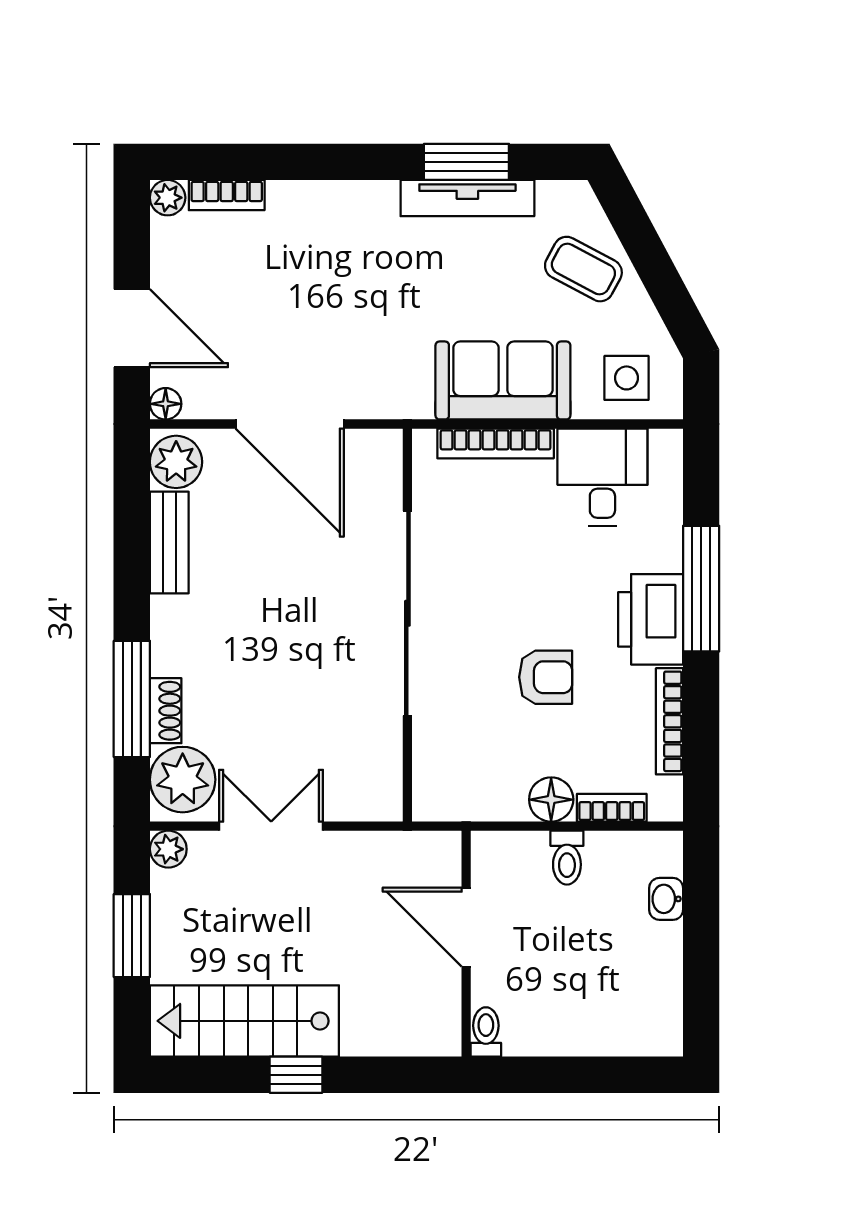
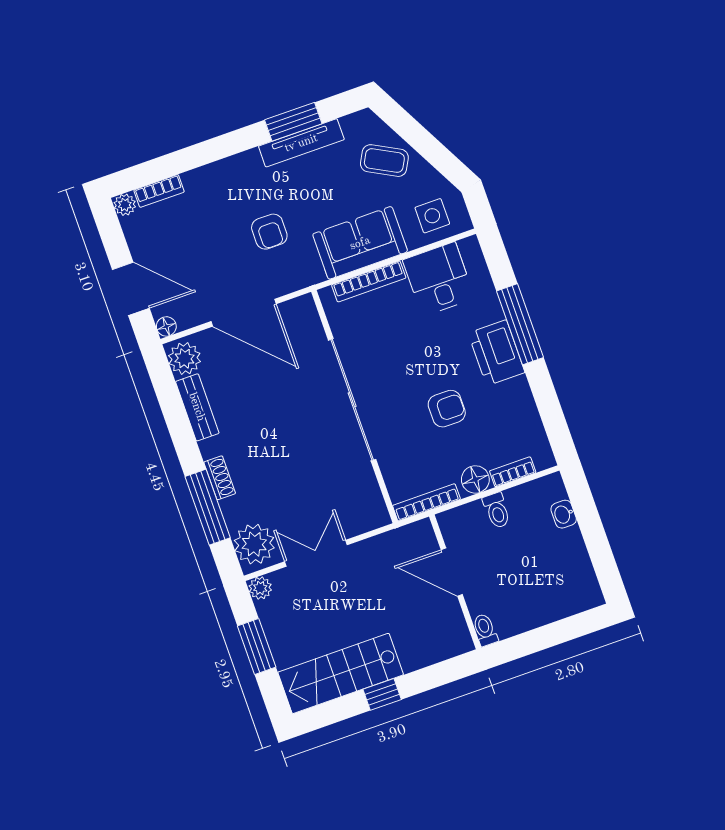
armchair: (372, 315) -> (269, 232), added
shoe rack: (166, 711) -> (220, 478), moved
bookcase: (669, 721) -> (426, 502), moved, turned 90

